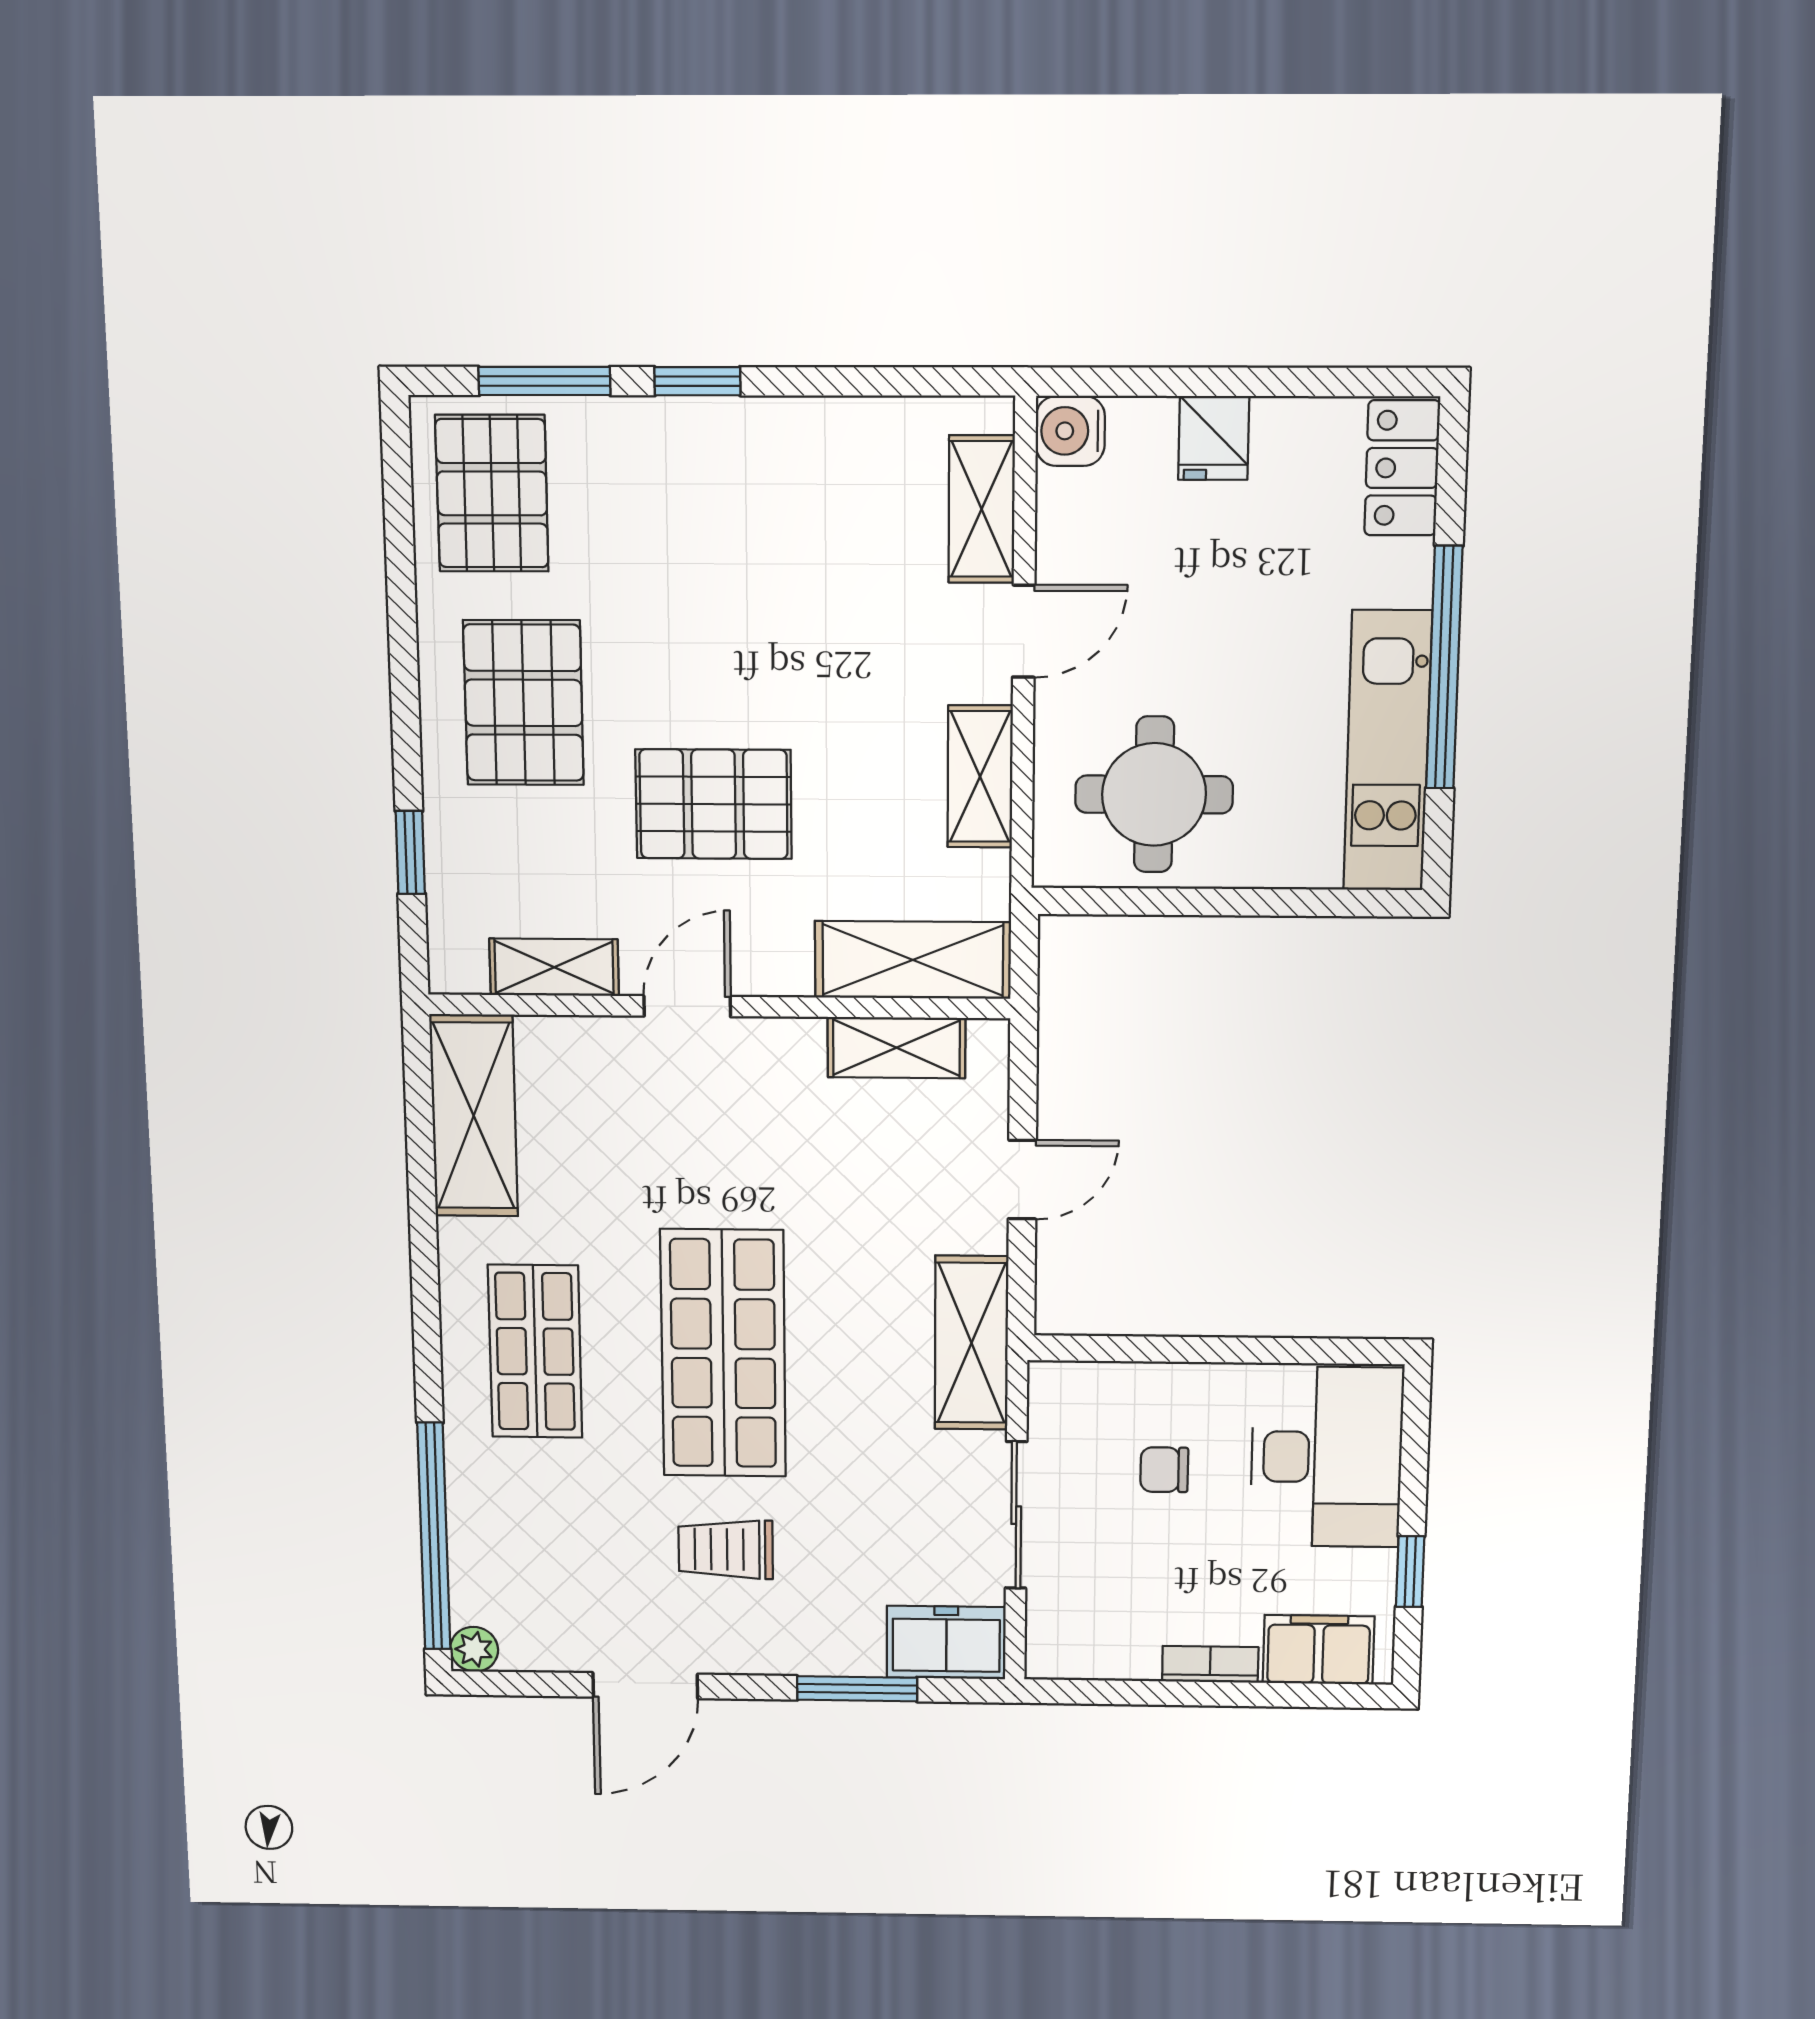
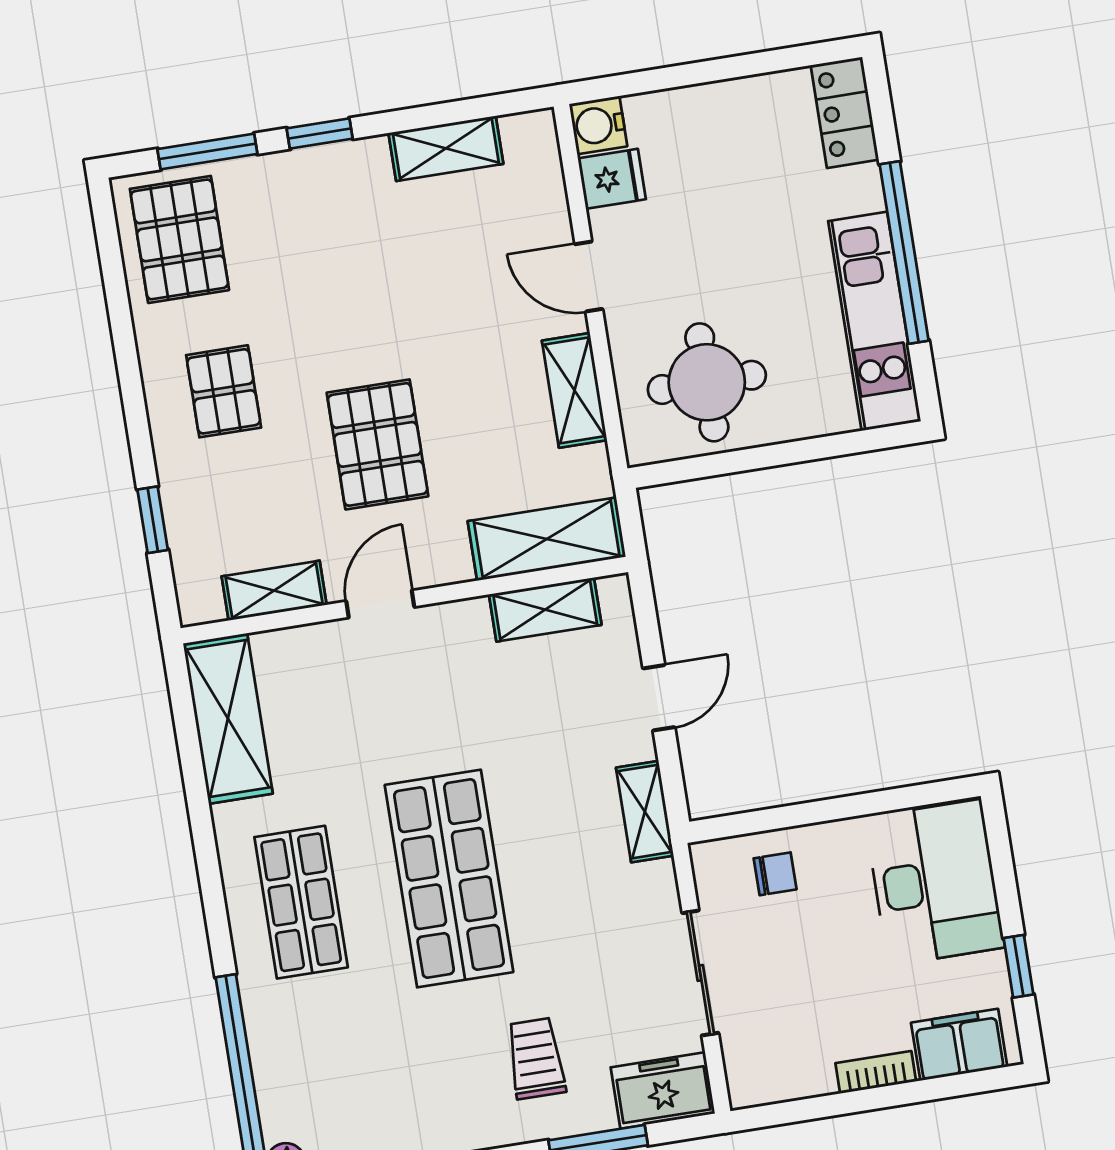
fridge: (1214, 438) -> (612, 179), moved, turned -90
shelving: (982, 509) -> (446, 148), moved, turned 90
door: (1024, 631) -> (589, 277), swing flipped
pallet: (523, 703) -> (224, 391), width x0.67, depth x0.71
pallet: (714, 804) -> (378, 444), turned 90
shelving: (971, 1343) -> (645, 812), width x0.67, depth x0.75
chair: (1164, 1470) -> (775, 874), moved, turned 180
trolley: (726, 1549) -> (536, 1058), moved, turned 90

